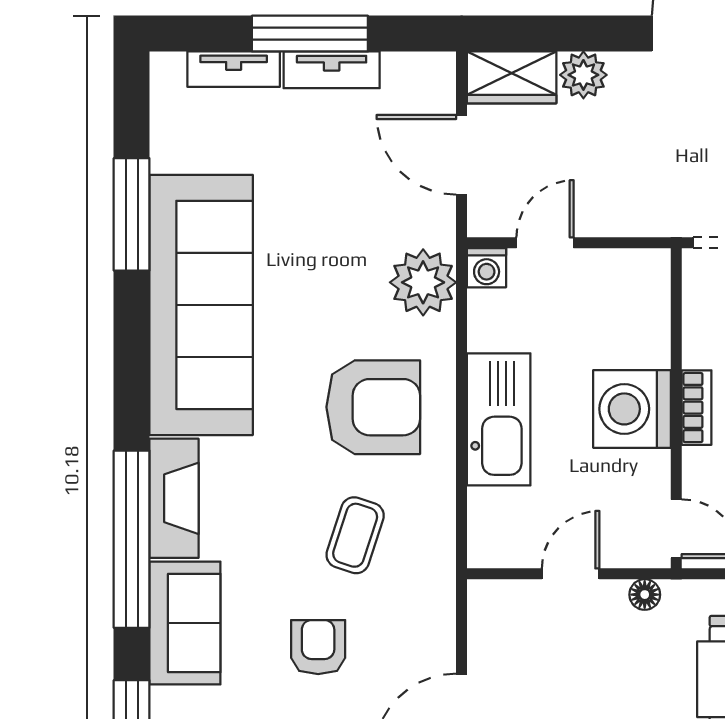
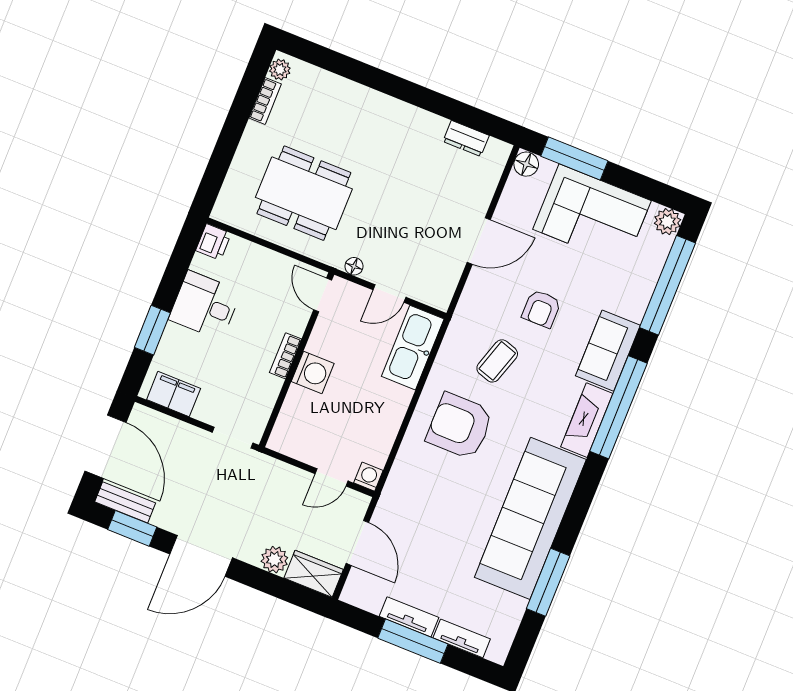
plant: (423, 282) -> (406, 483), removed
washing machine: (632, 409) -> (313, 372), width x0.73, depth x0.73
kitchen sink: (499, 419) -> (413, 348), moved

